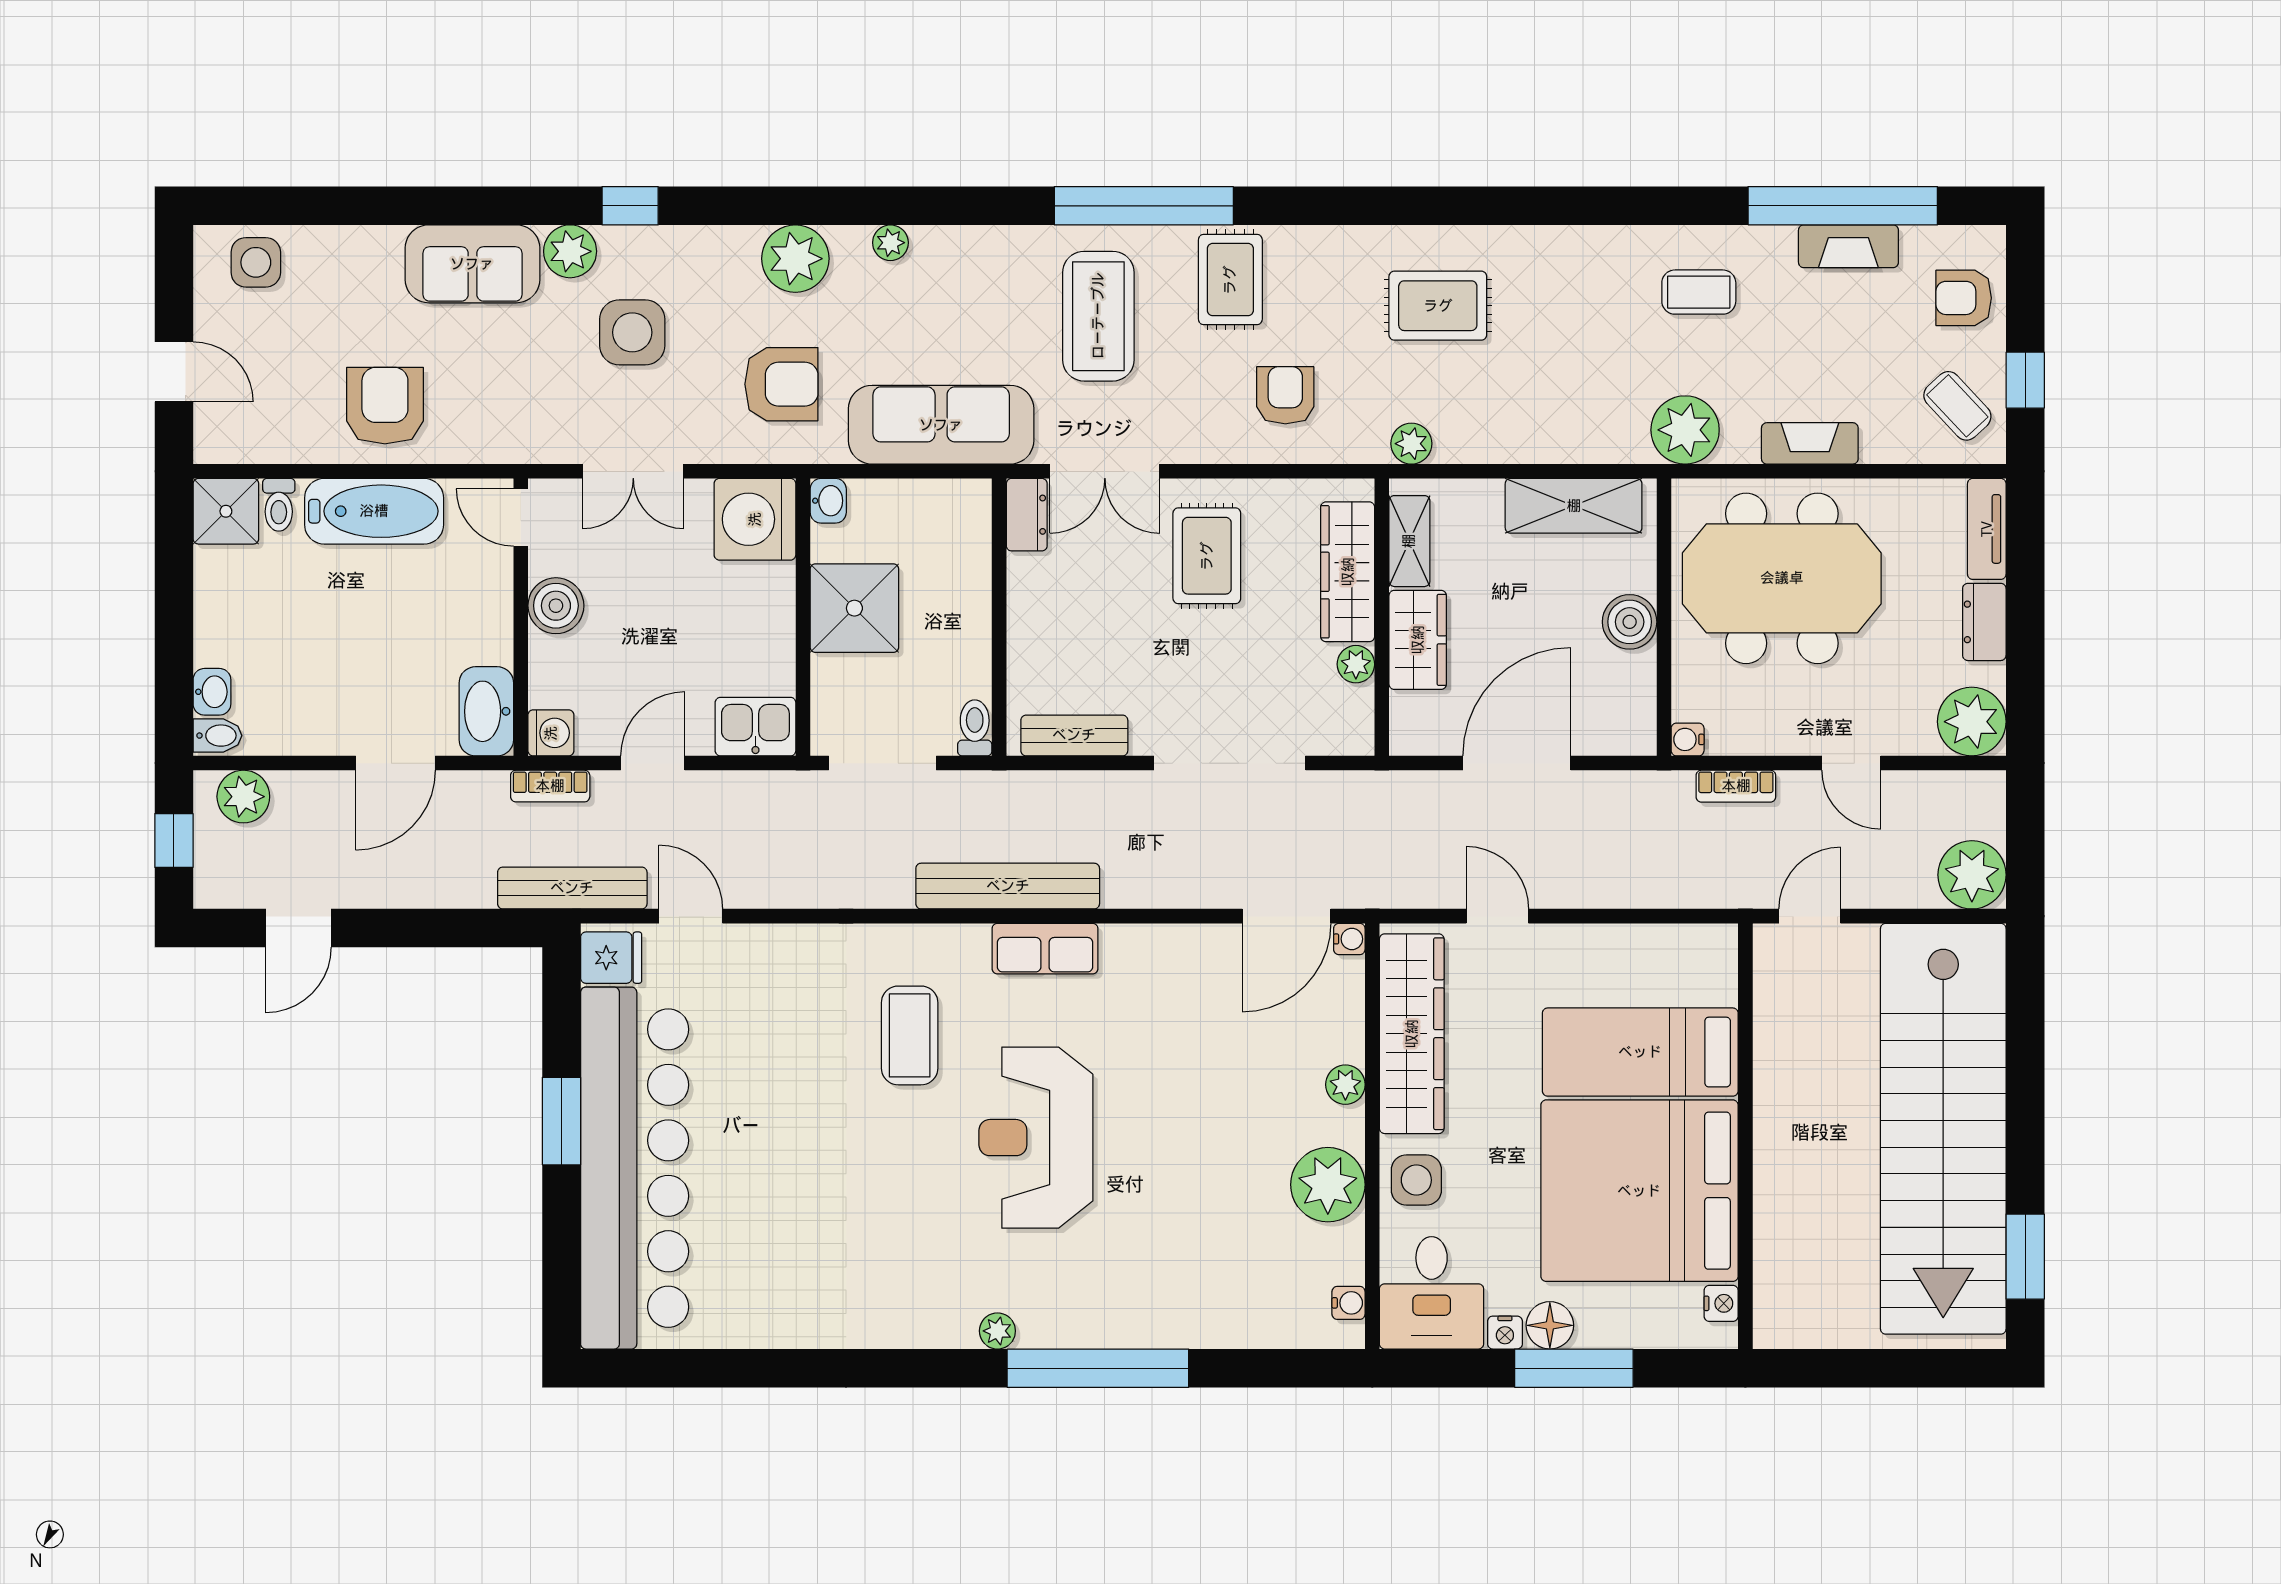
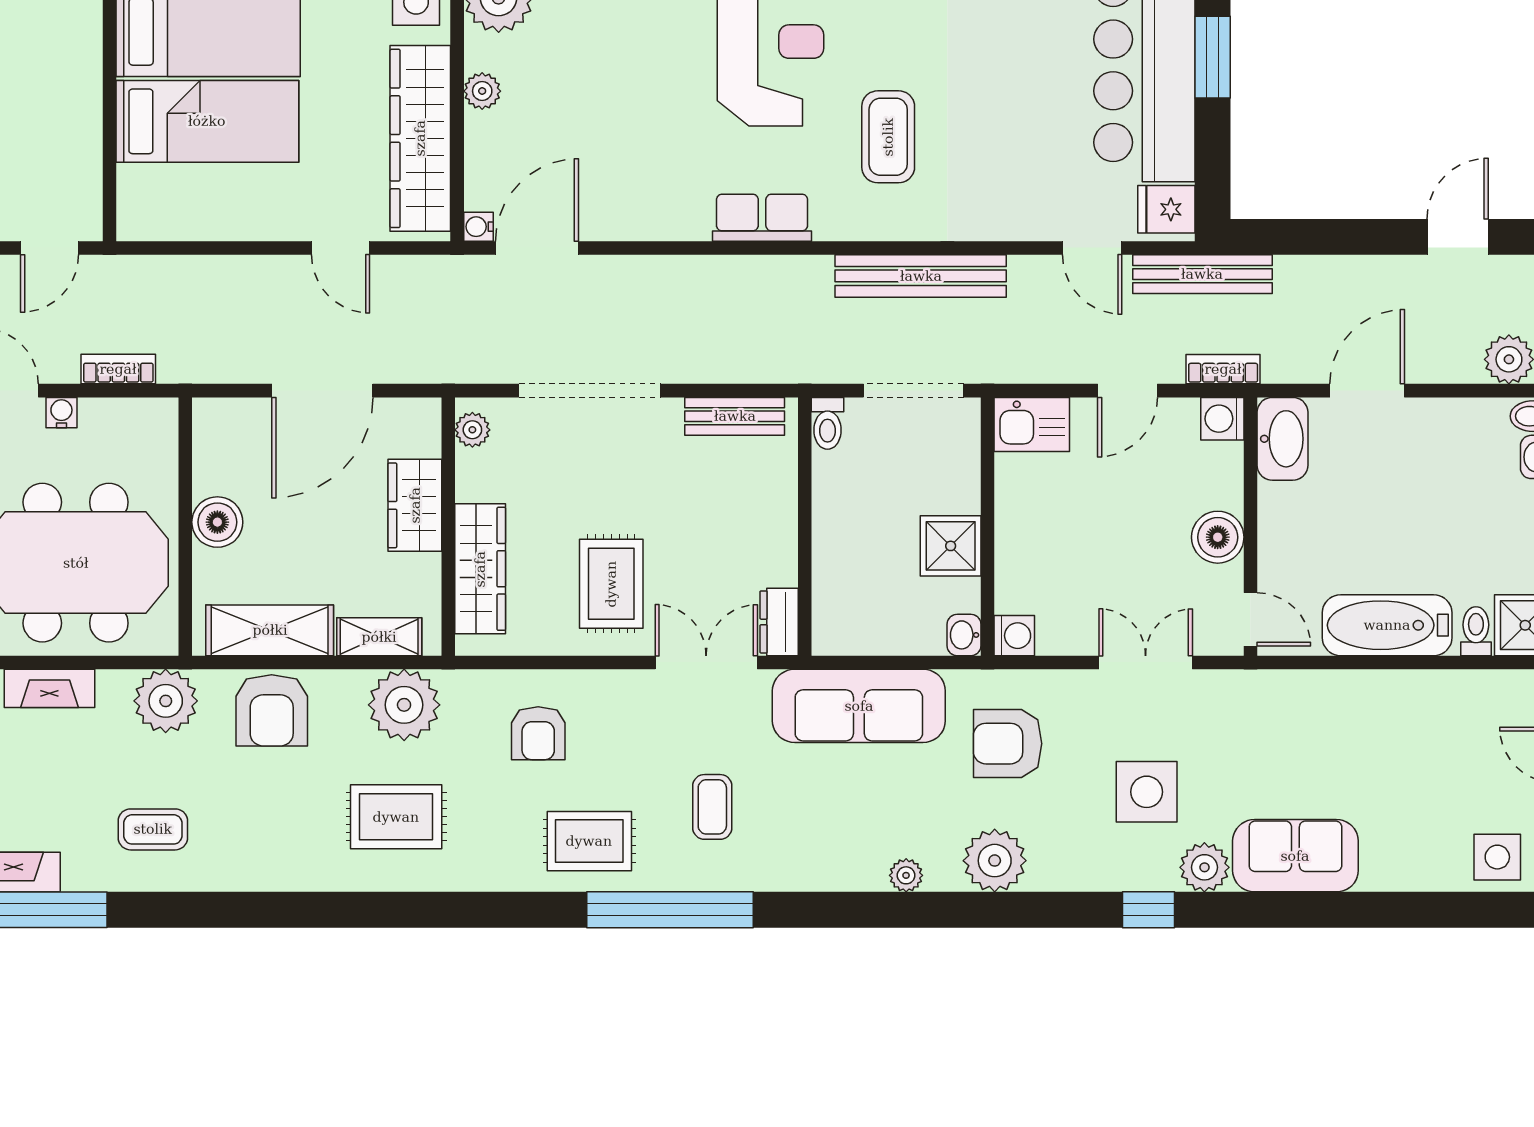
rug: (1230, 280) -> (589, 841), turned 90
coffee table: (1098, 316) -> (712, 807), width x0.54, depth x0.58
armchair: (385, 406) -> (272, 710), moved
plant: (1411, 444) -> (404, 705), width x1.87, depth x1.87
washing machine: (755, 519) -> (1014, 636), width x0.53, depth x0.53
shelving: (1409, 541) -> (379, 637), moved, turned 90
shower: (854, 608) -> (951, 546), width x0.73, depth x0.73
plant: (1356, 664) -> (472, 430), moved
water cooler: (1688, 739) -> (61, 413), moved, turned -90
bench: (1008, 886) -> (921, 276), moved

